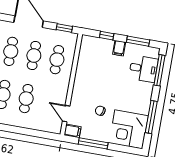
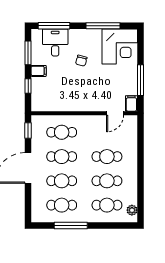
chair: (100, 111) -> (81, 61), moved

